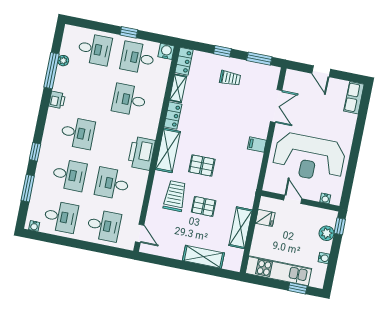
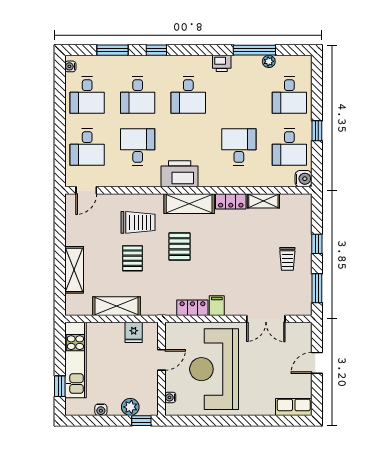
desk: (138, 58) -> (289, 147), turned 180
locker: (184, 61) -> (192, 308), moved, turned 180

